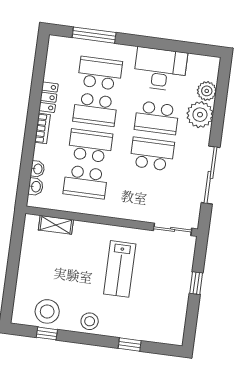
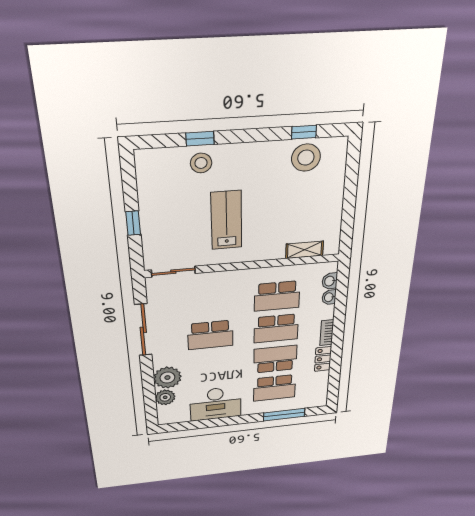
school desk: (157, 118) -> (211, 366), removed
school desk: (85, 182) -> (277, 296), turned 180
stool: (90, 321) -> (201, 163), moved

